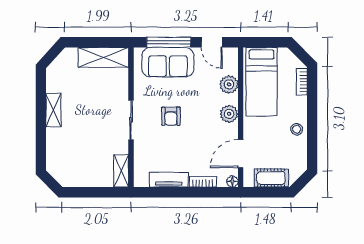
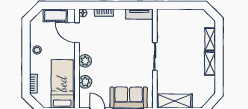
armchair: (171, 116) -> (126, 59), removed
door: (241, 154) -> (77, 33), swing flipped
shelving: (121, 171) -> (210, 39), moved
tv unit: (169, 180) -> (139, 14), moved

